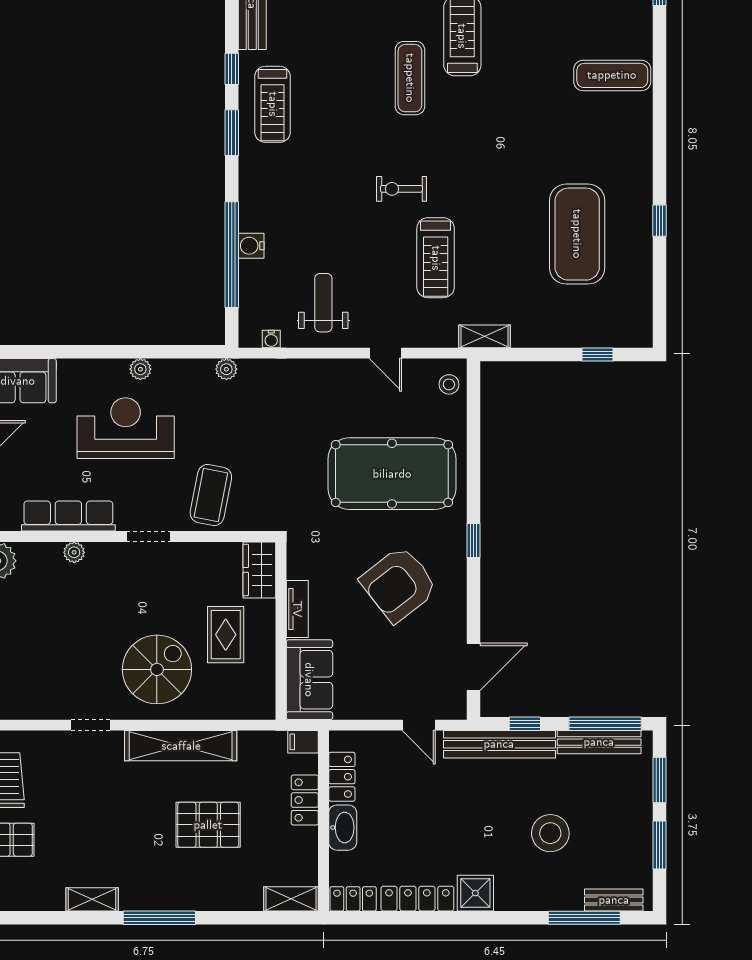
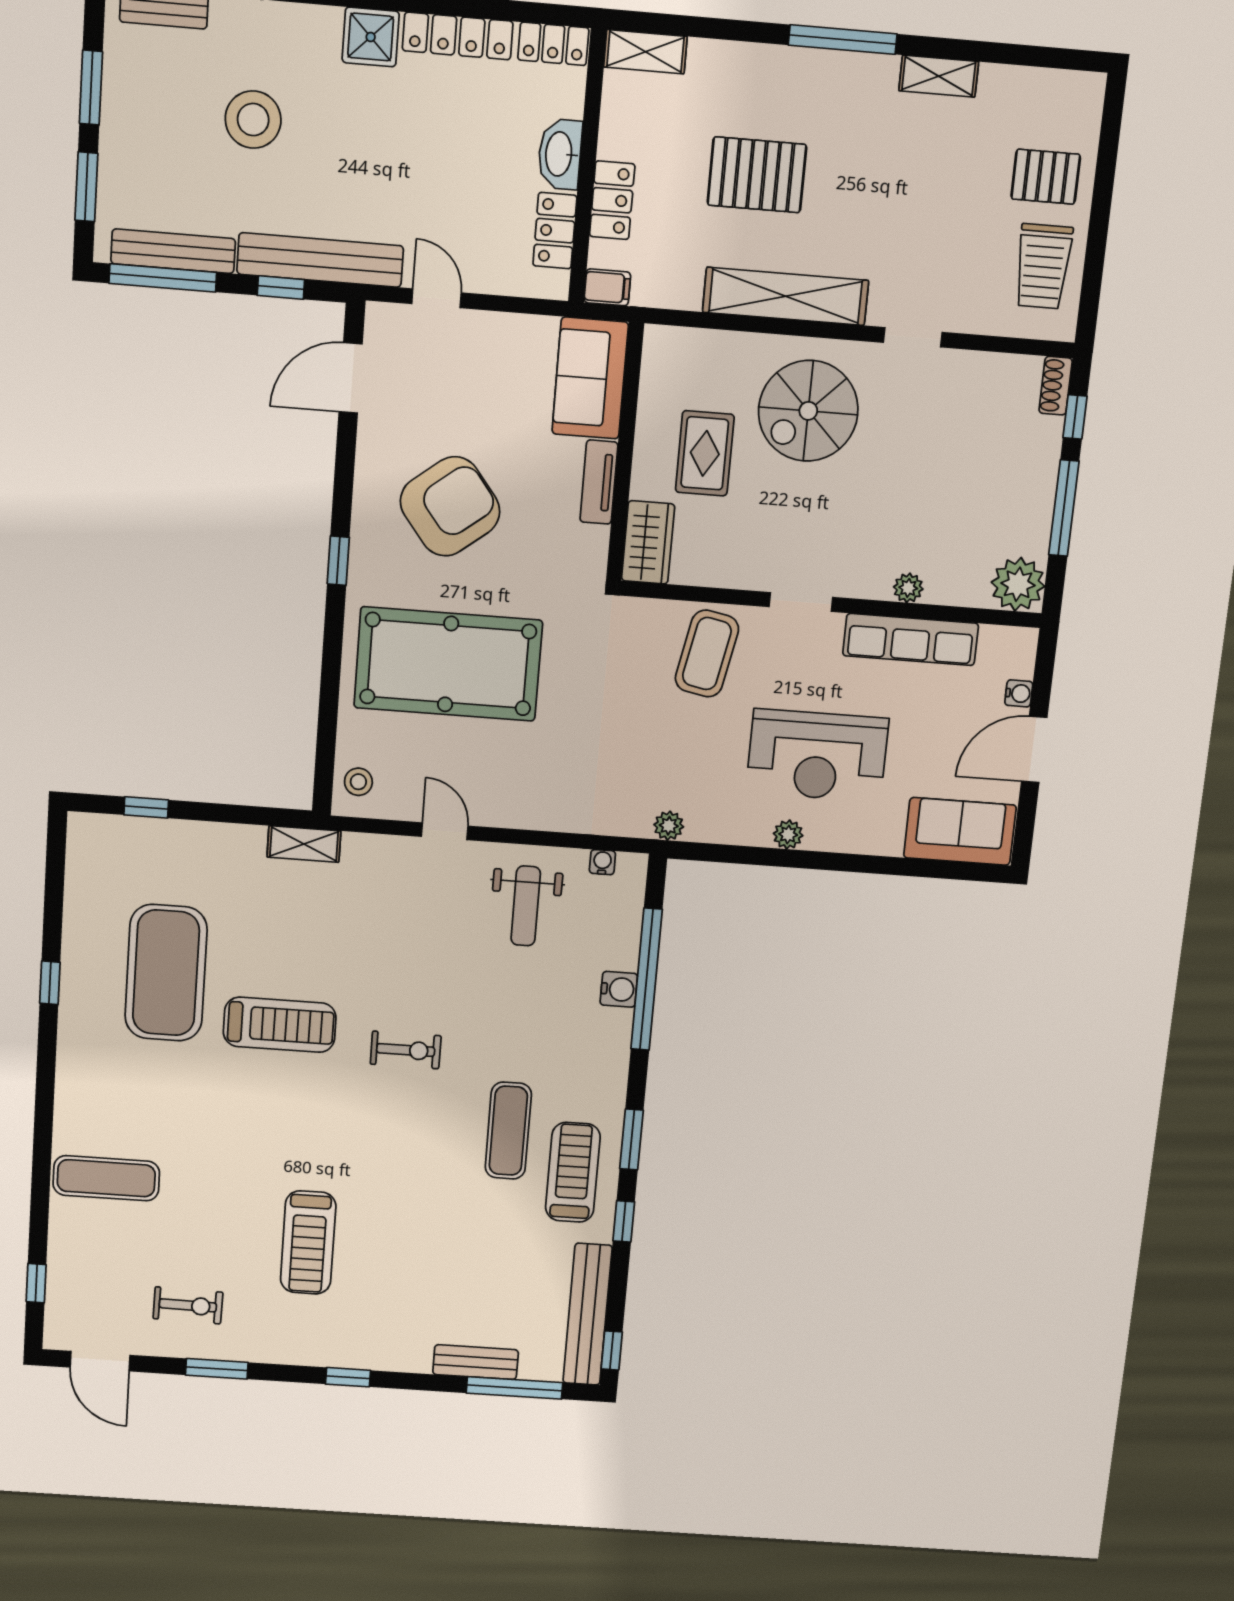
exercise mat: (410, 78) -> (508, 1131), moved
treadmill: (436, 258) -> (280, 1025), moved, turned 90

